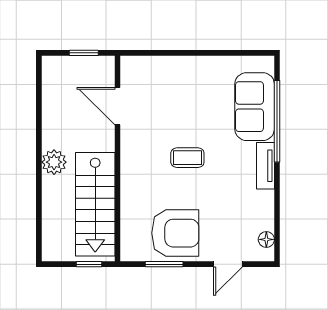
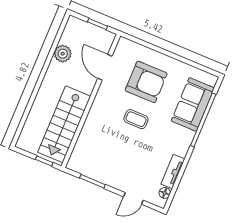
plant: (54, 162) -> (63, 54), moved
tv unit: (265, 166) -> (173, 171), moved
armchair: (175, 233) -> (146, 82), moved

